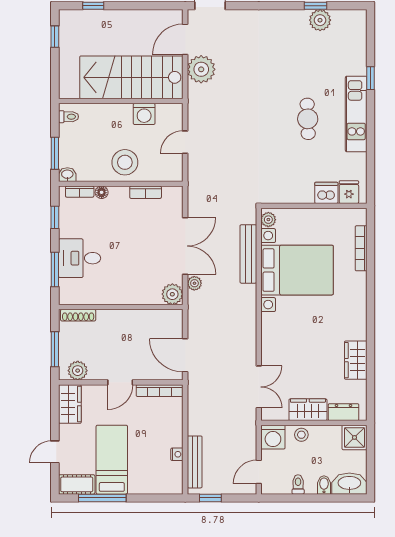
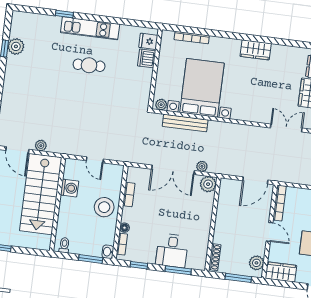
plant: (201, 69) -> (41, 146), width x0.53, depth x0.53
double door: (185, 246) -> (173, 170), swing flipped
wardrobe: (356, 360) -> (256, 50), moved

